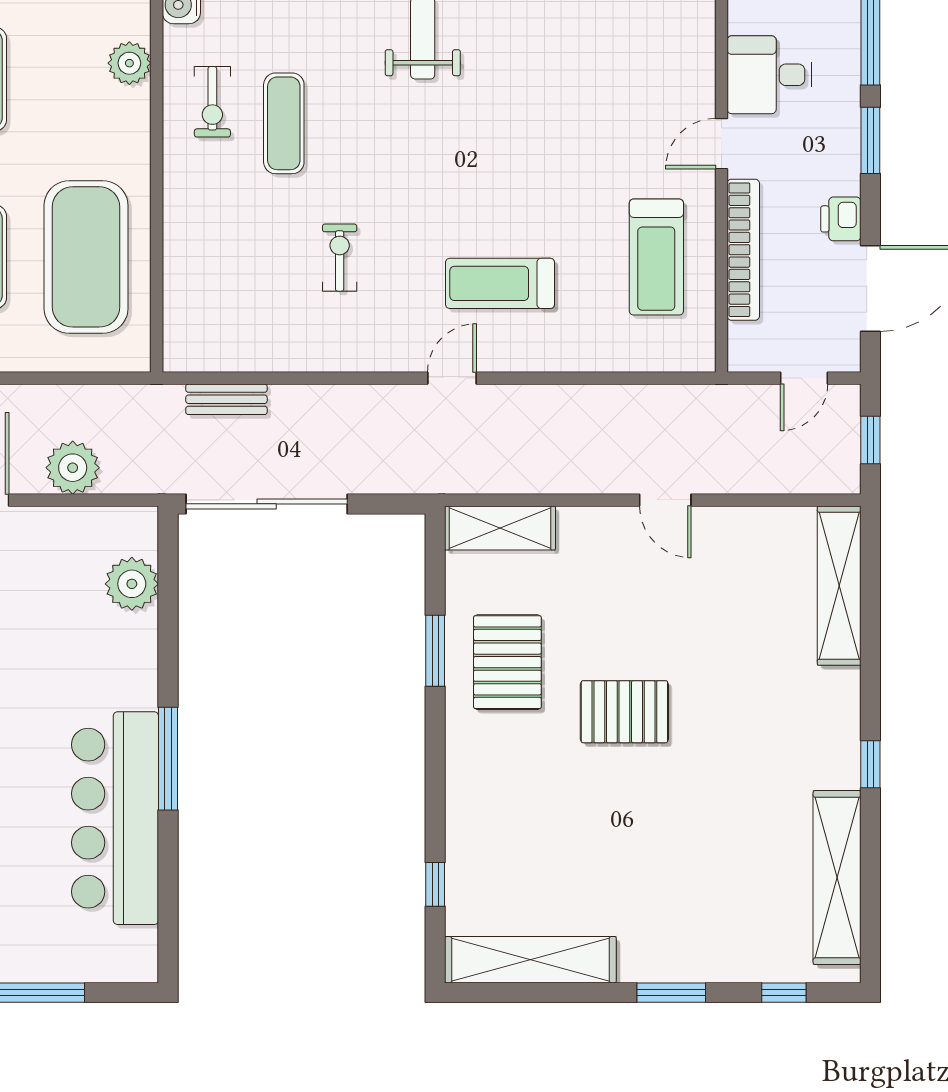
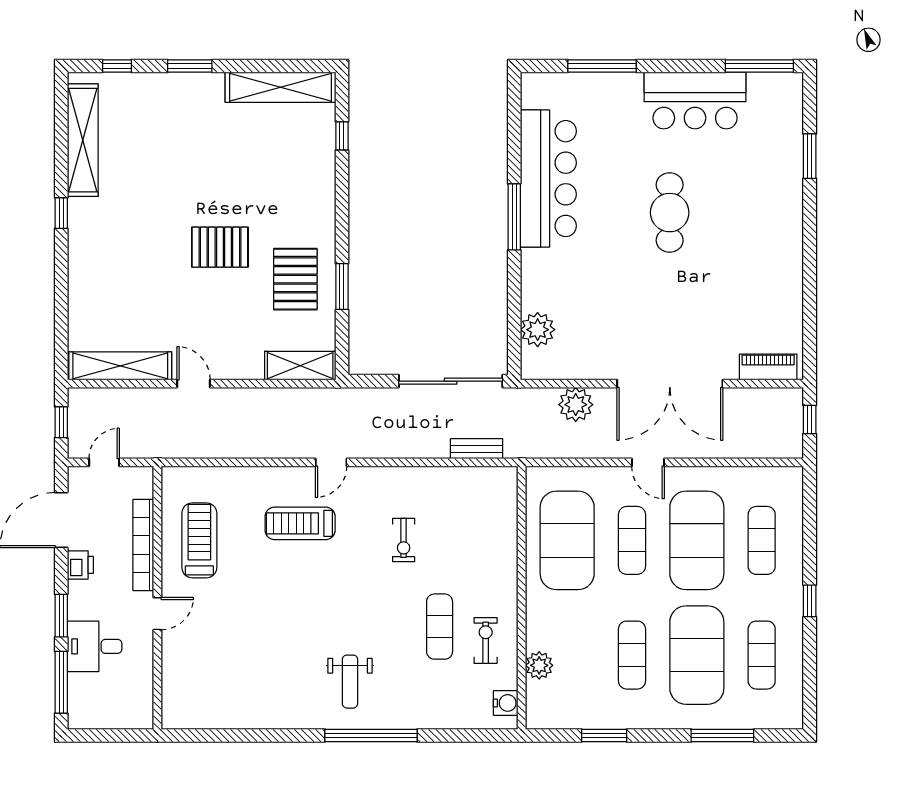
desk: (769, 75) -> (95, 646), moved, turned 180
treadmill: (500, 283) -> (300, 523), turned 180
shelving: (839, 586) -> (120, 366), moved, turned 90

